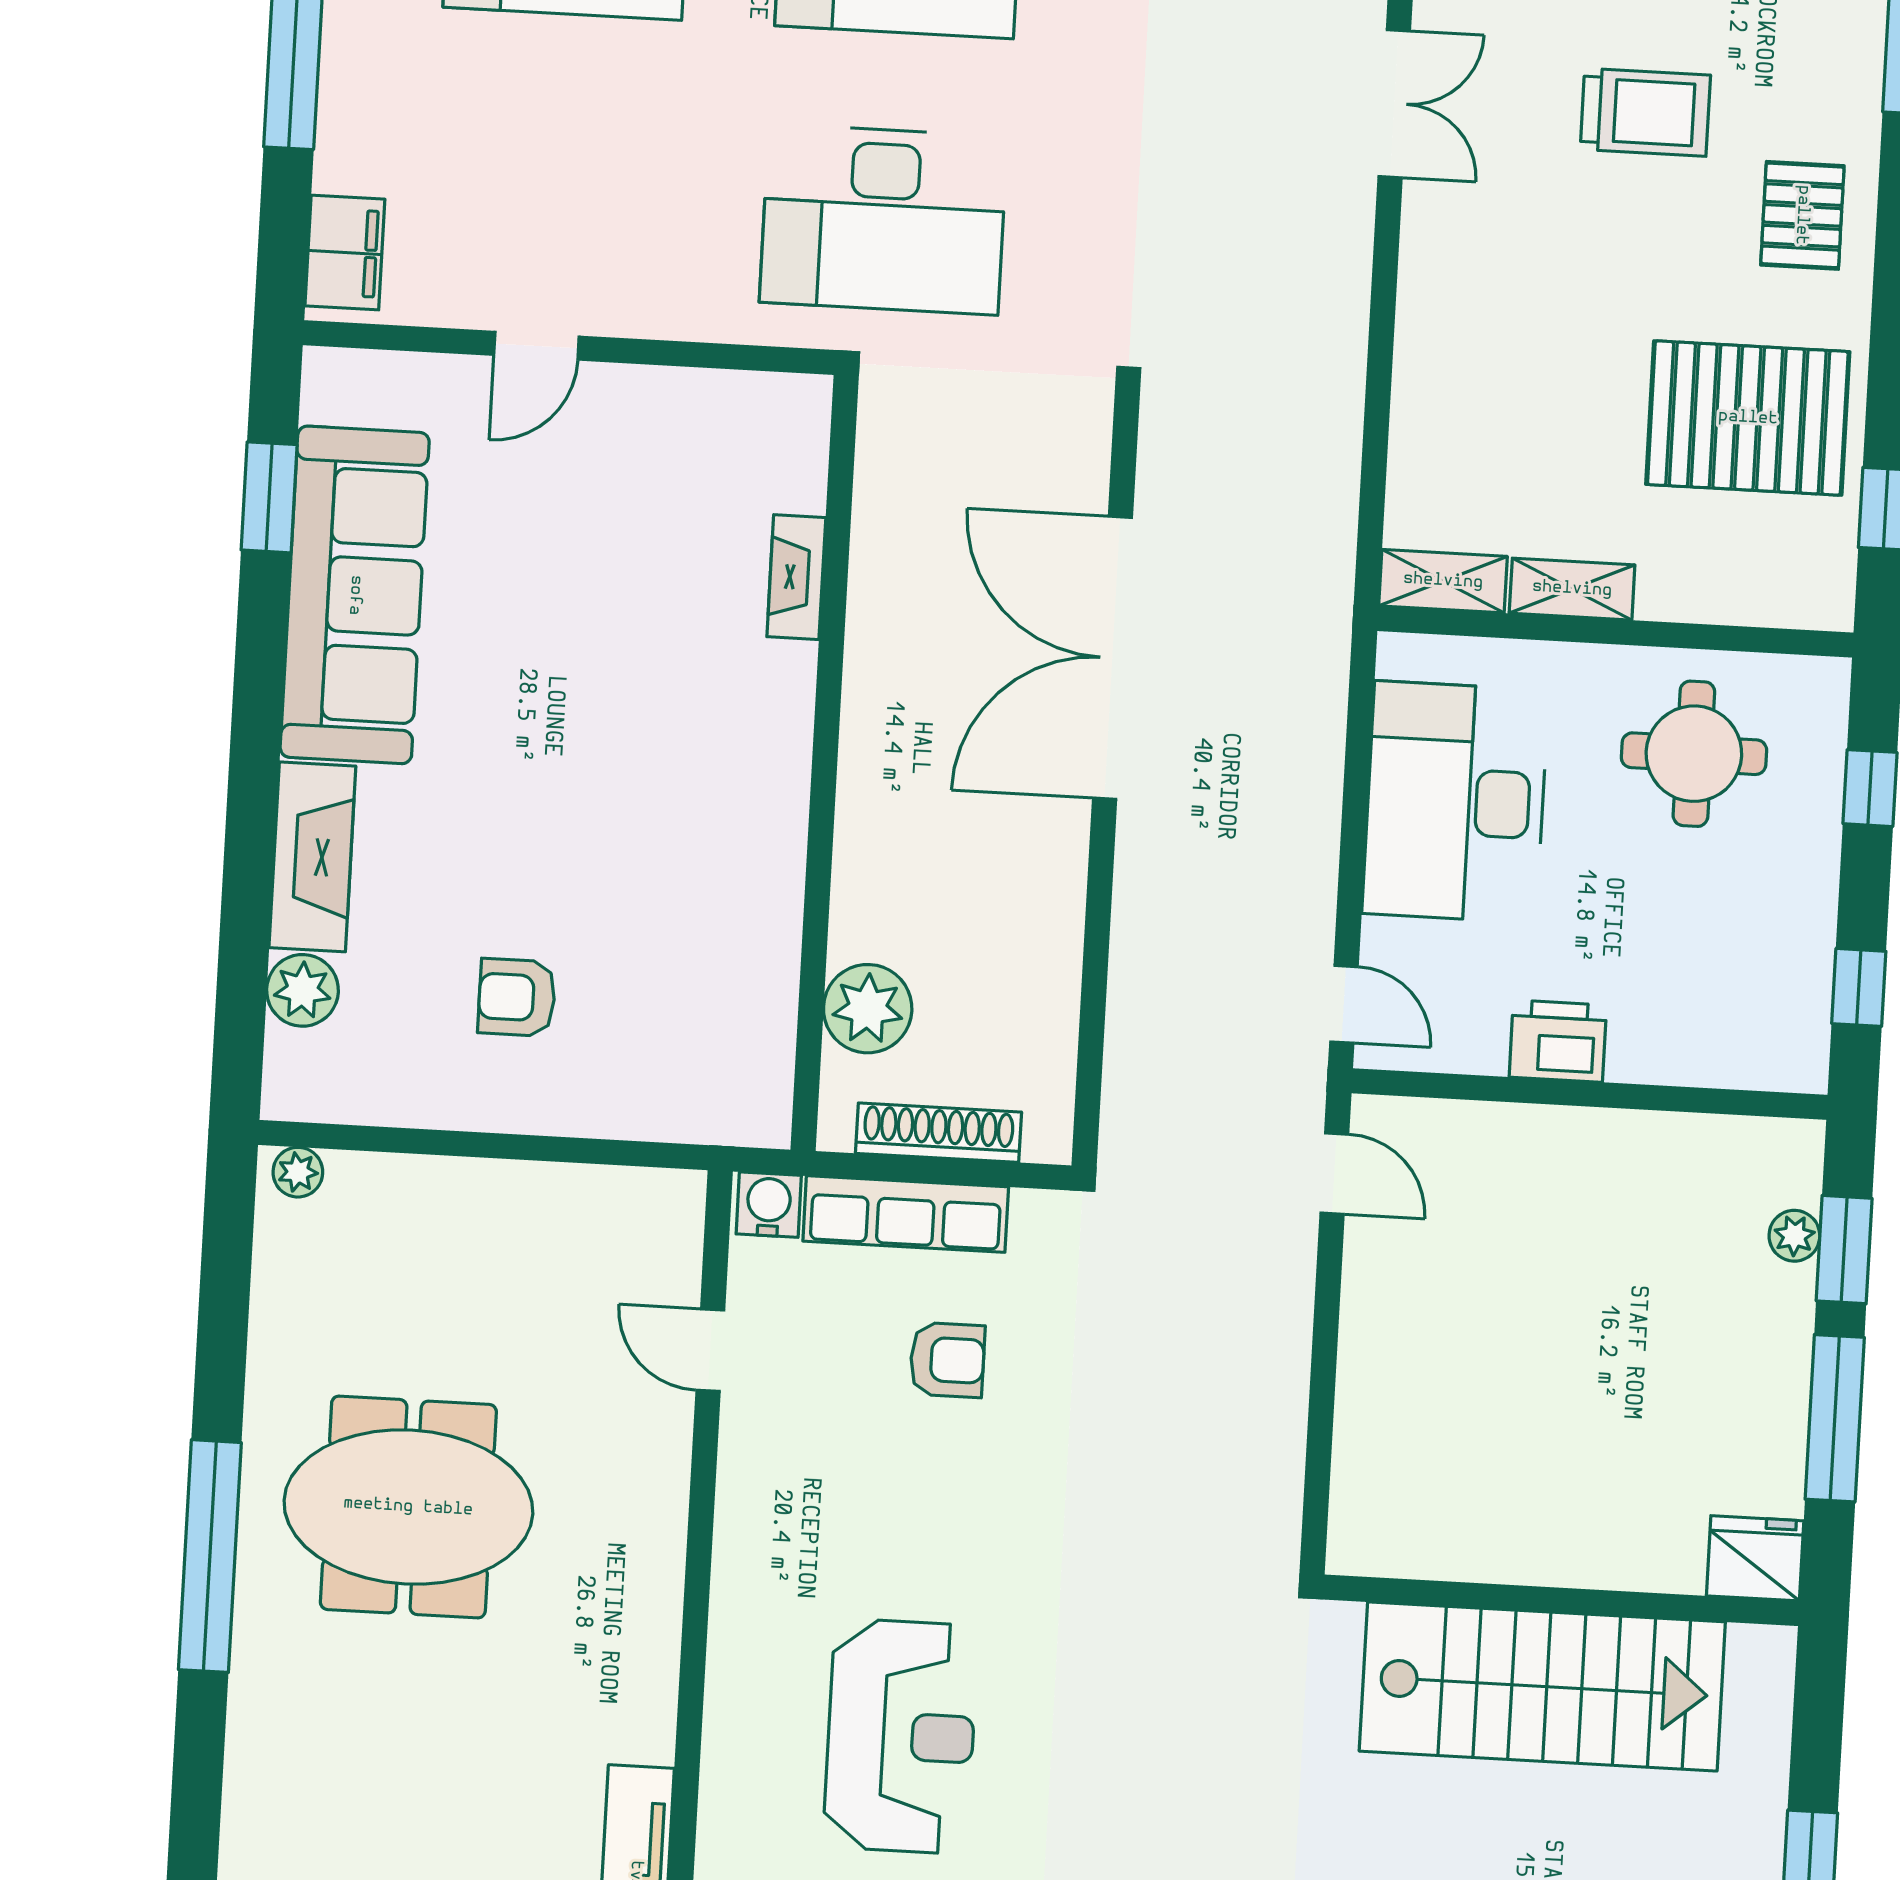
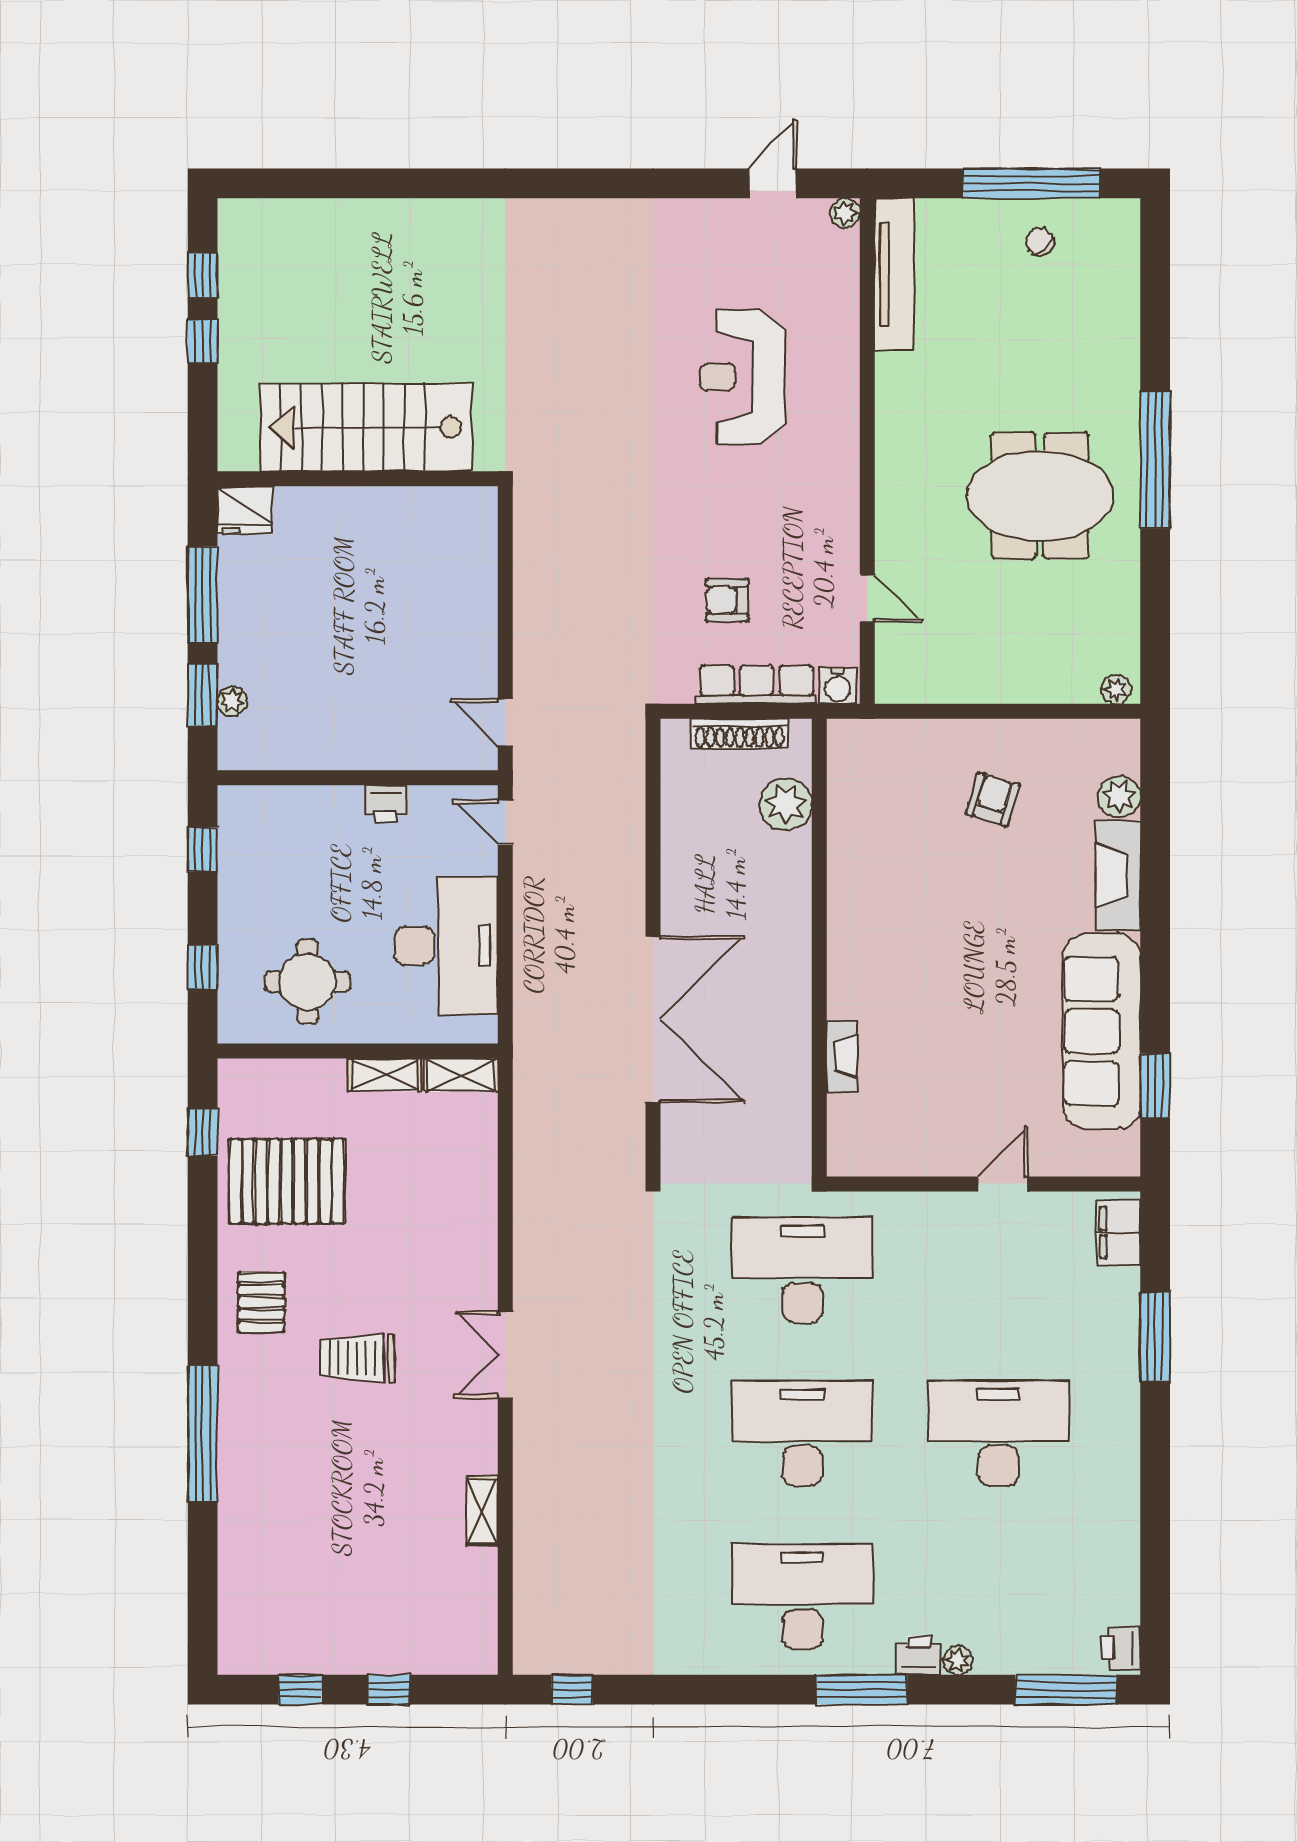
armchair: (517, 997) -> (993, 799), turned -73
printer: (1558, 1041) -> (385, 804), width x0.73, depth x0.81

